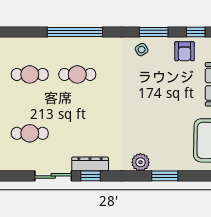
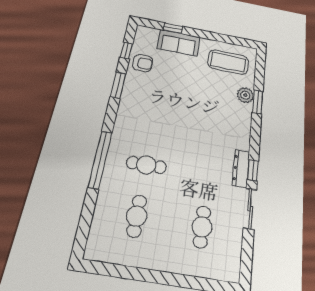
side table: (142, 50) -> (133, 99), removed
cafe table: (77, 74) -> (146, 165), turned 90
plant: (140, 162) -> (245, 95), moved

